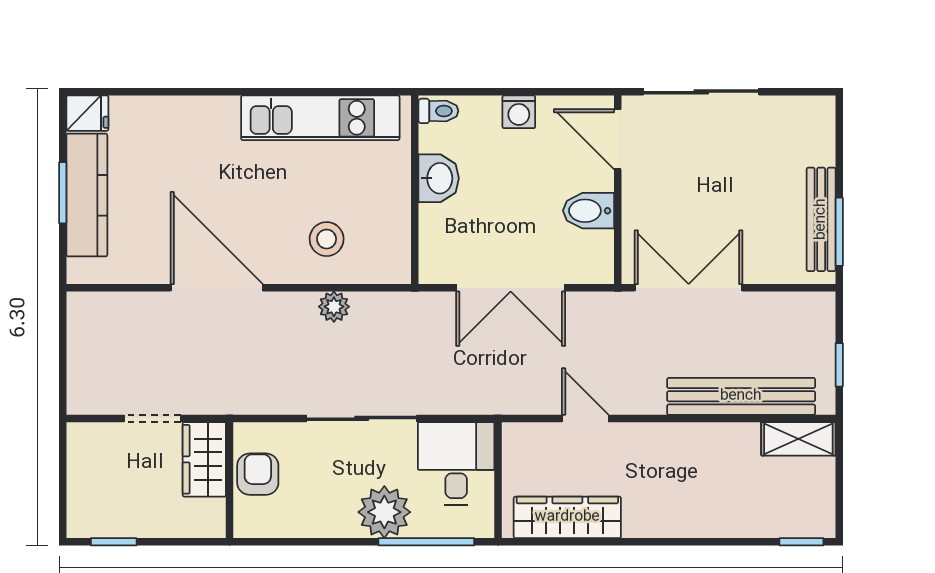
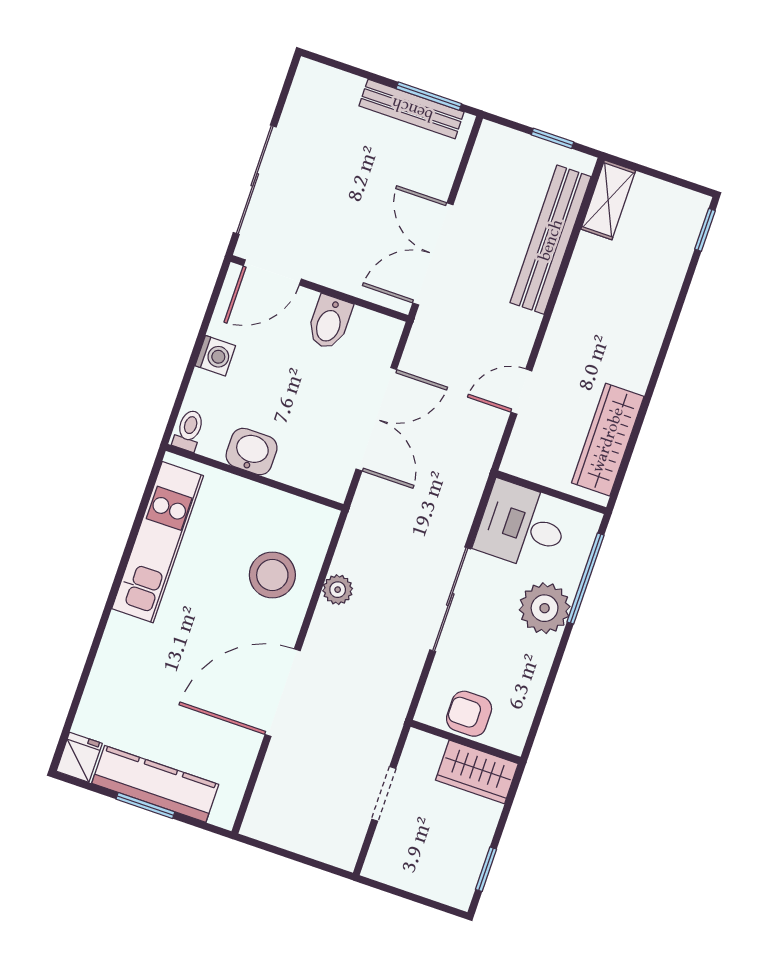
stool: (327, 239) -> (272, 575), width x1.38, depth x1.38
wardrobe: (204, 459) -> (477, 772), moved

